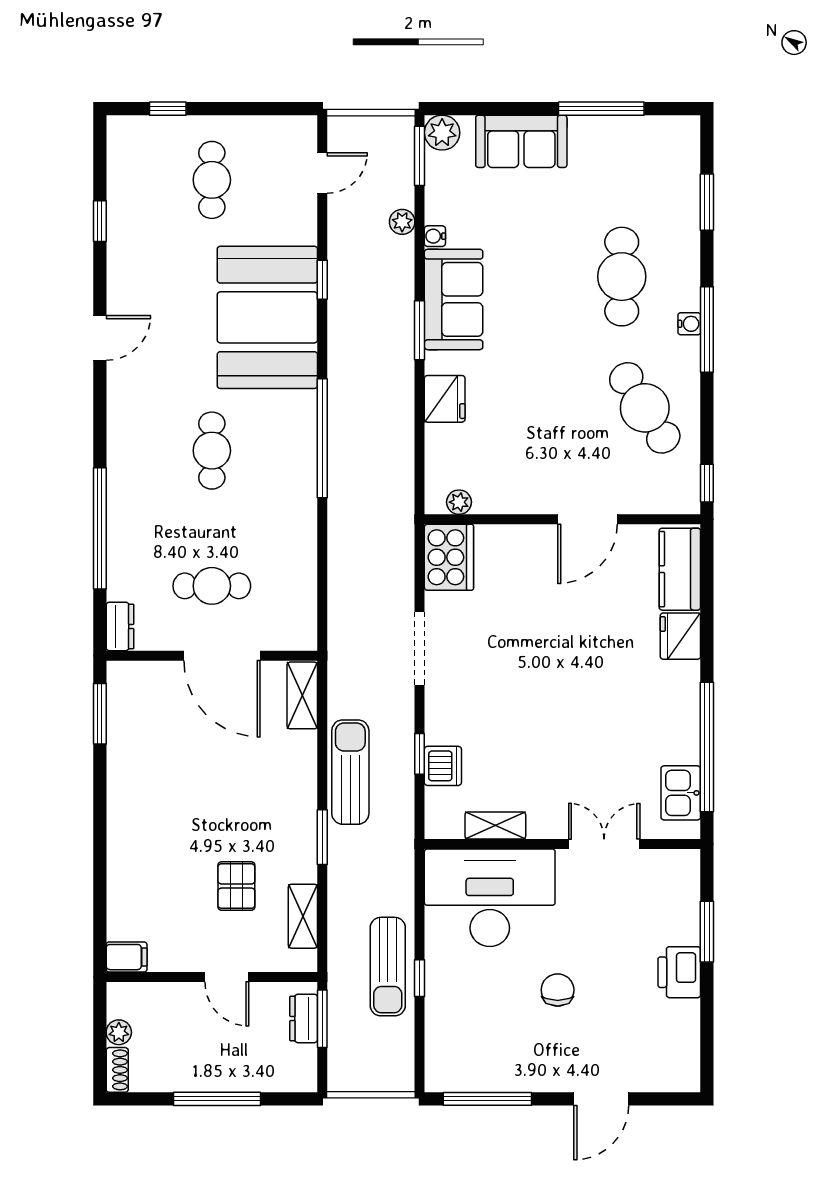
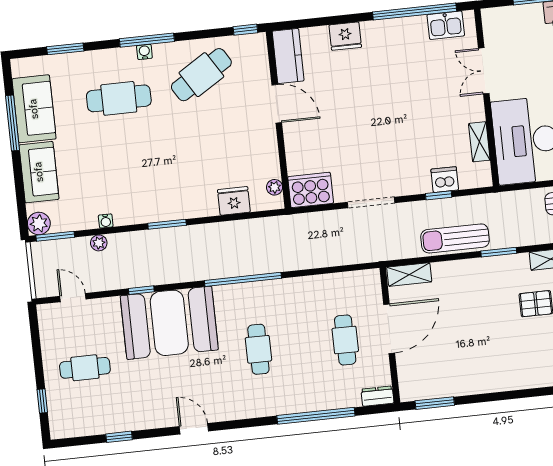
sofa: (454, 299) -> (34, 109), moved, turned 90
fridge: (445, 399) -> (234, 201), moved
cafe table: (212, 451) -> (258, 349), turned 90
kitchen counter: (680, 569) -> (288, 56), moved, turned -90

